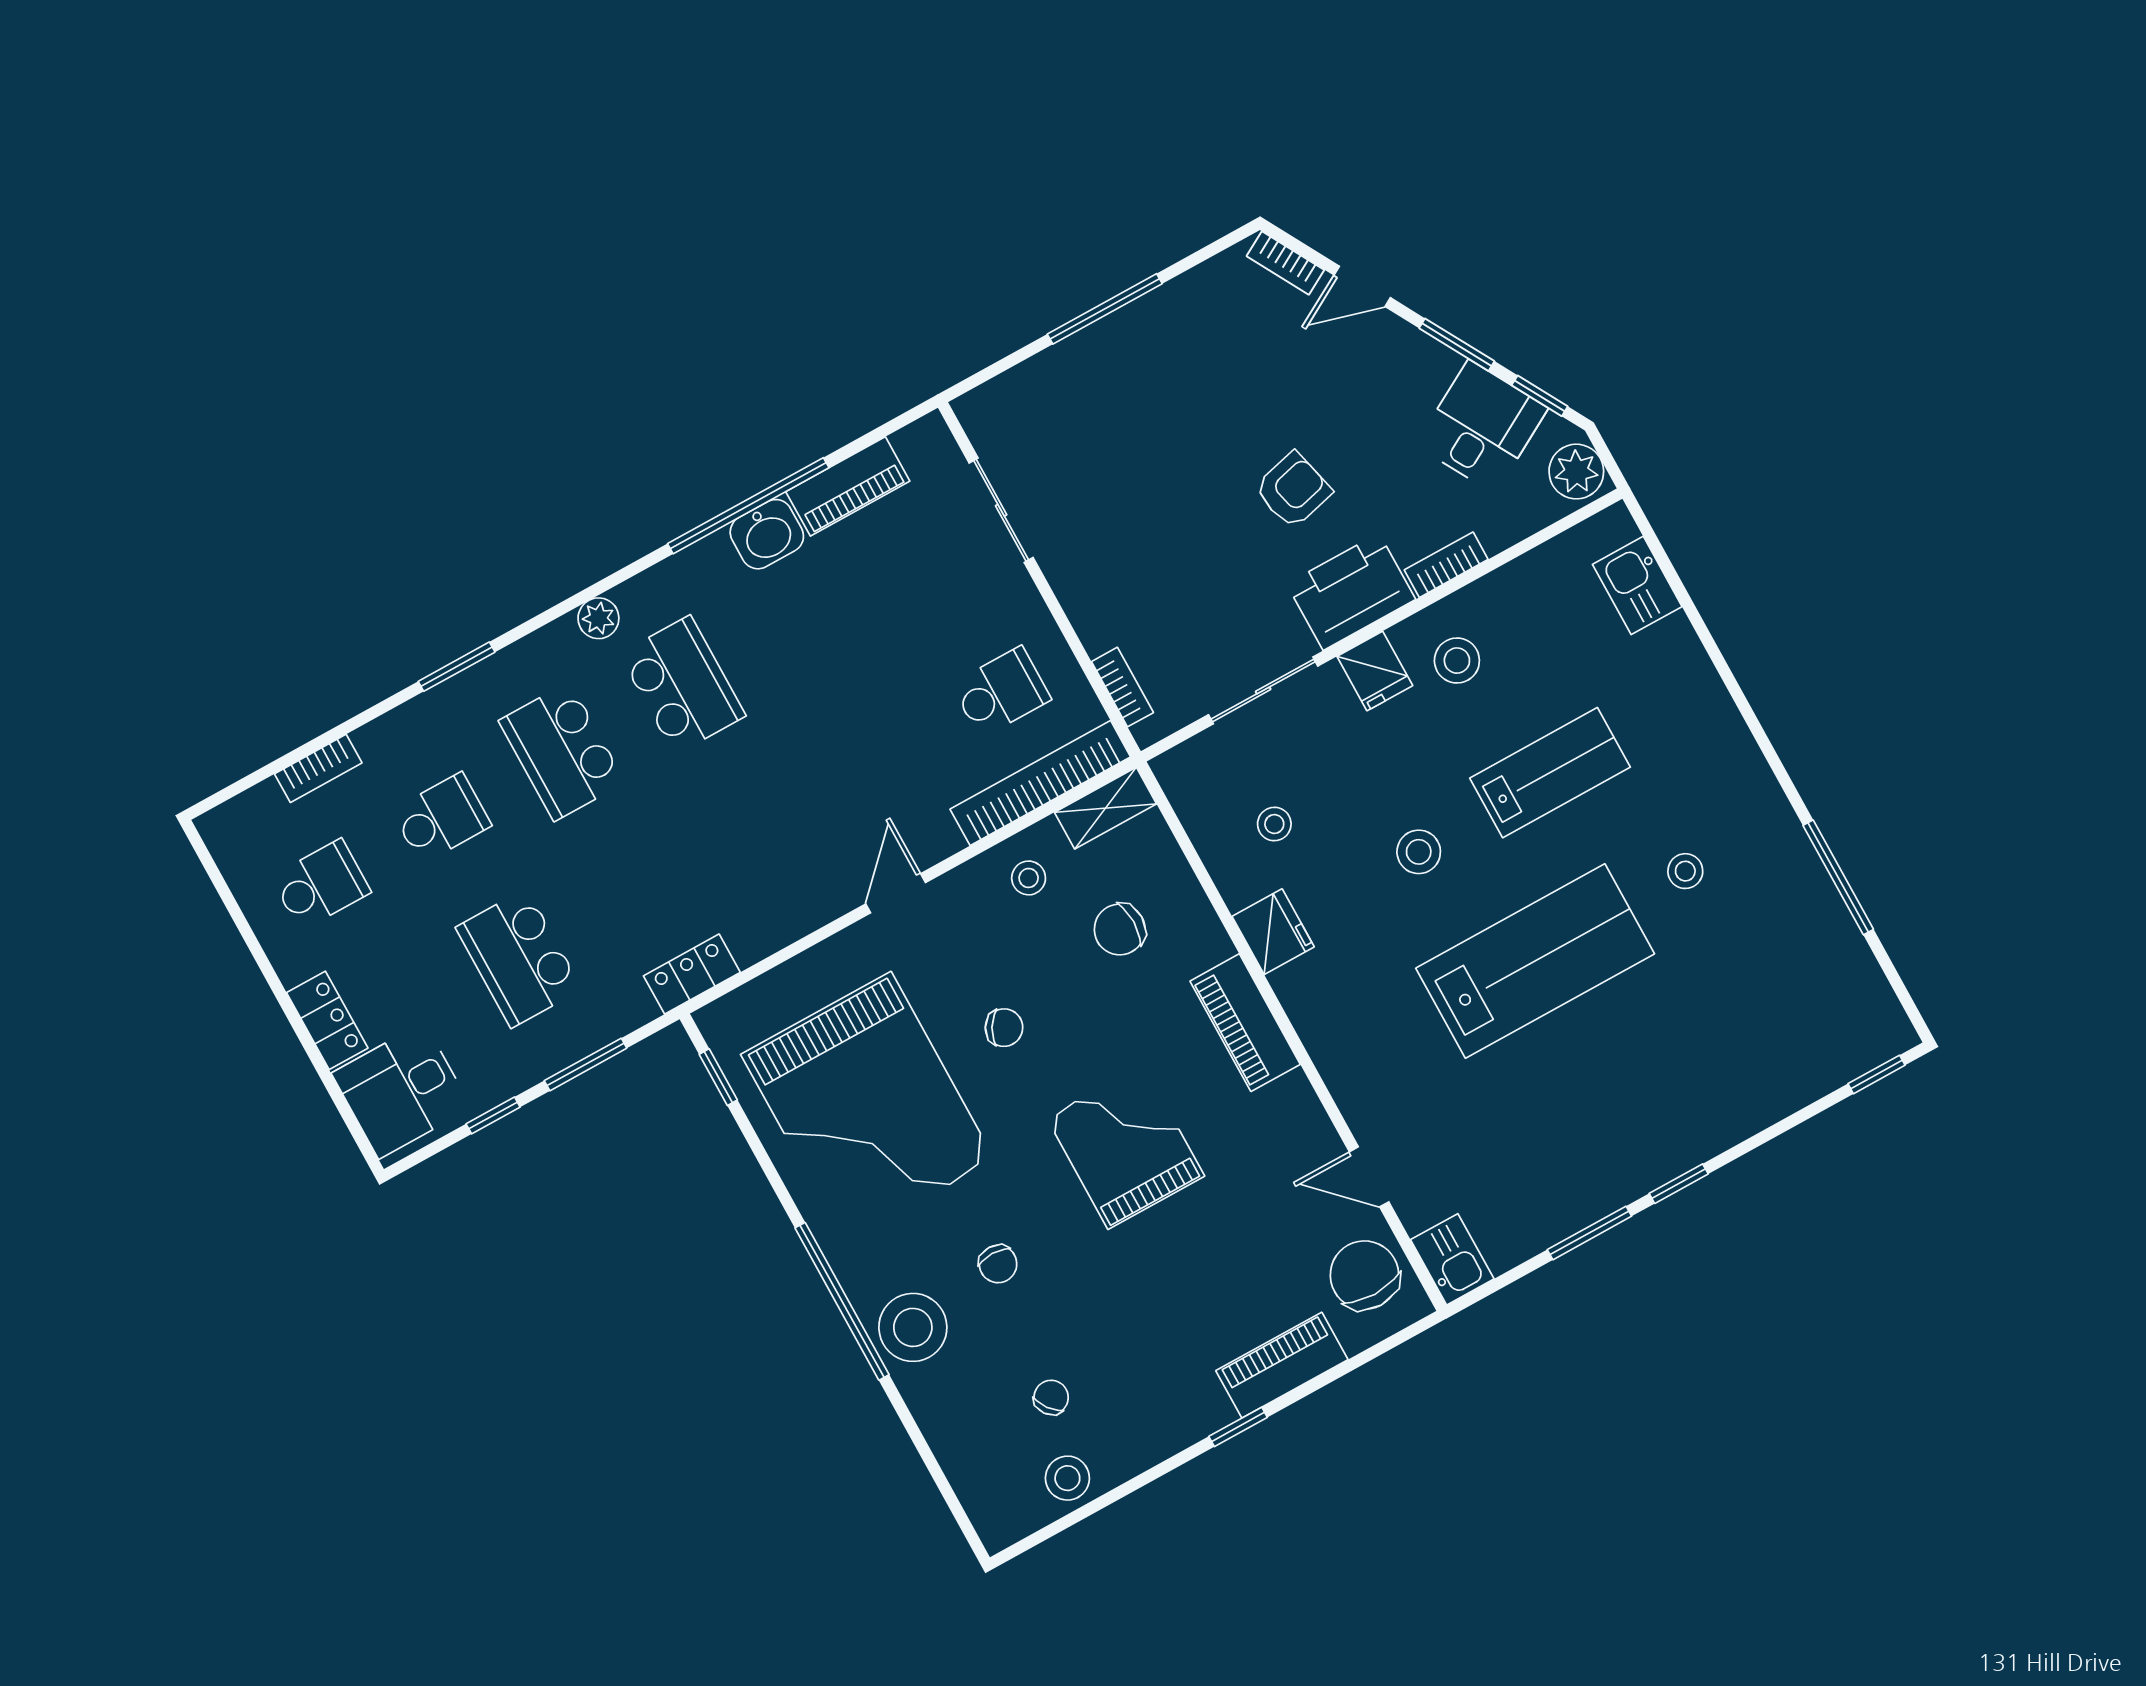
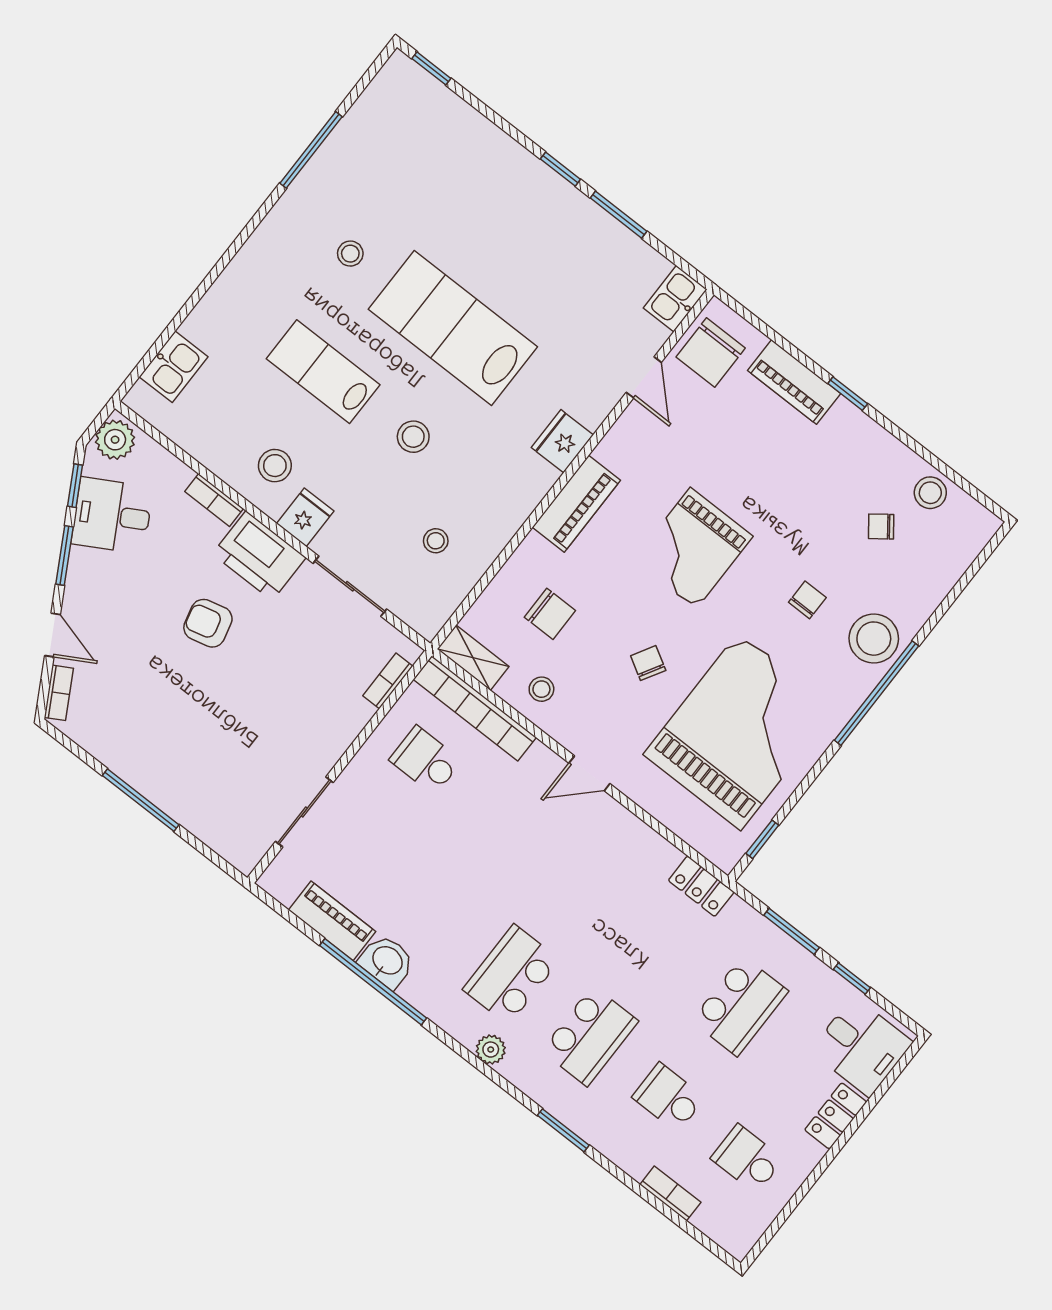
fridge: (1273, 932) -> (562, 441), moved

